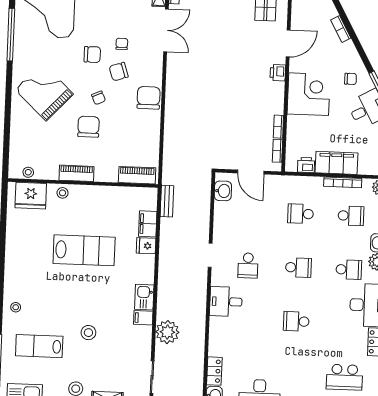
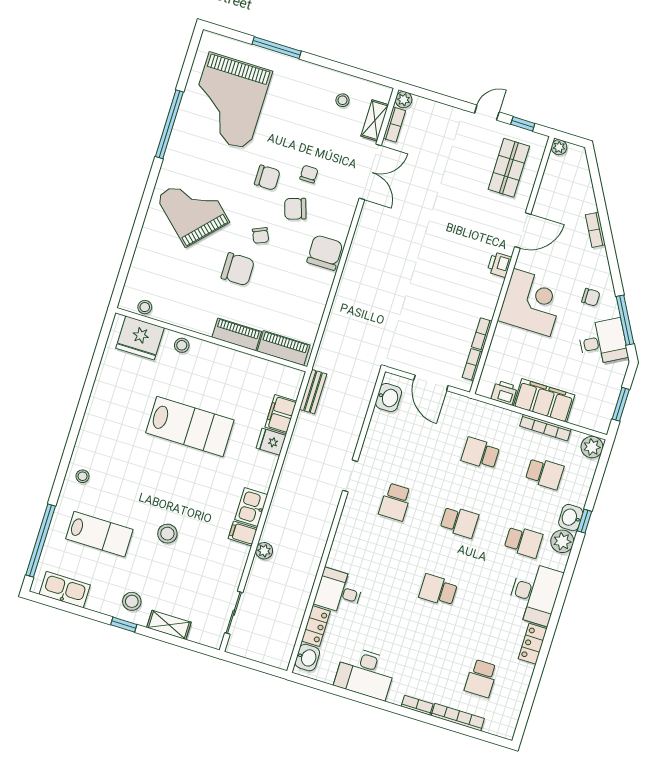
chair: (88, 127) -> (238, 269), turned 90
piano: (77, 173) -> (237, 334), moved
desk: (226, 302) -> (339, 592), moved
plant: (167, 332) -> (264, 551), width x0.53, depth x0.53
lab bench: (39, 346) -> (99, 534), turned 180
school desk: (344, 377) -> (481, 678), width x0.54

